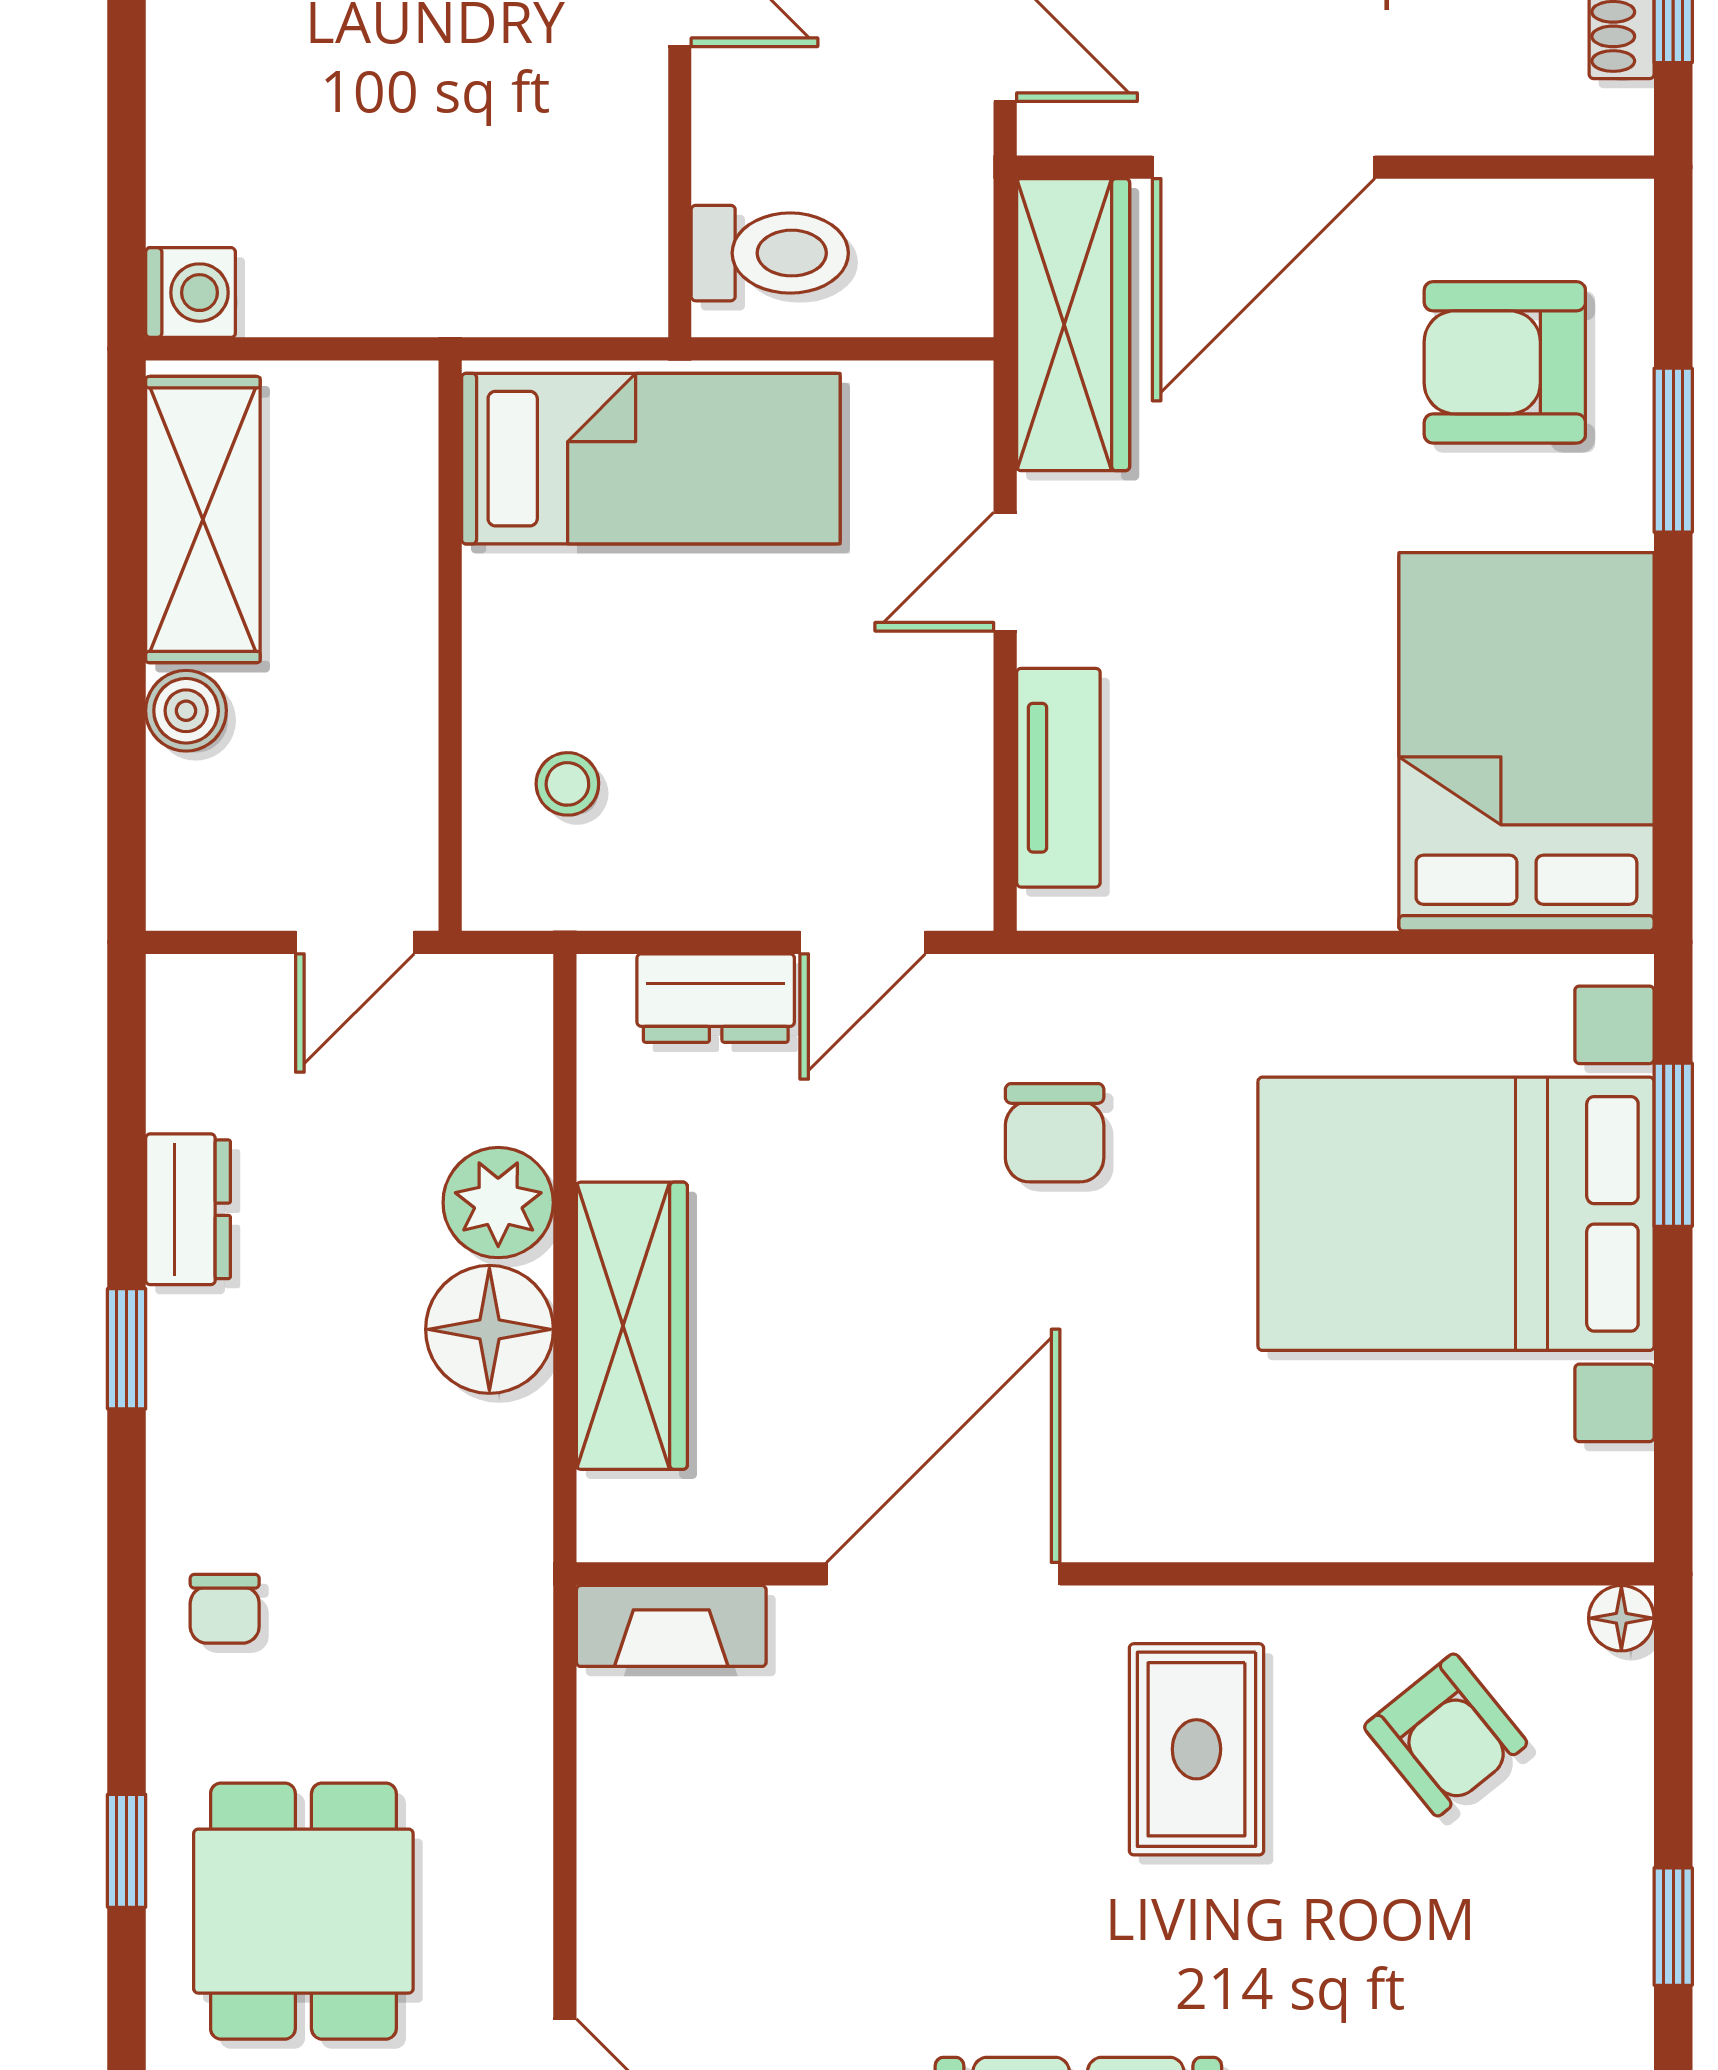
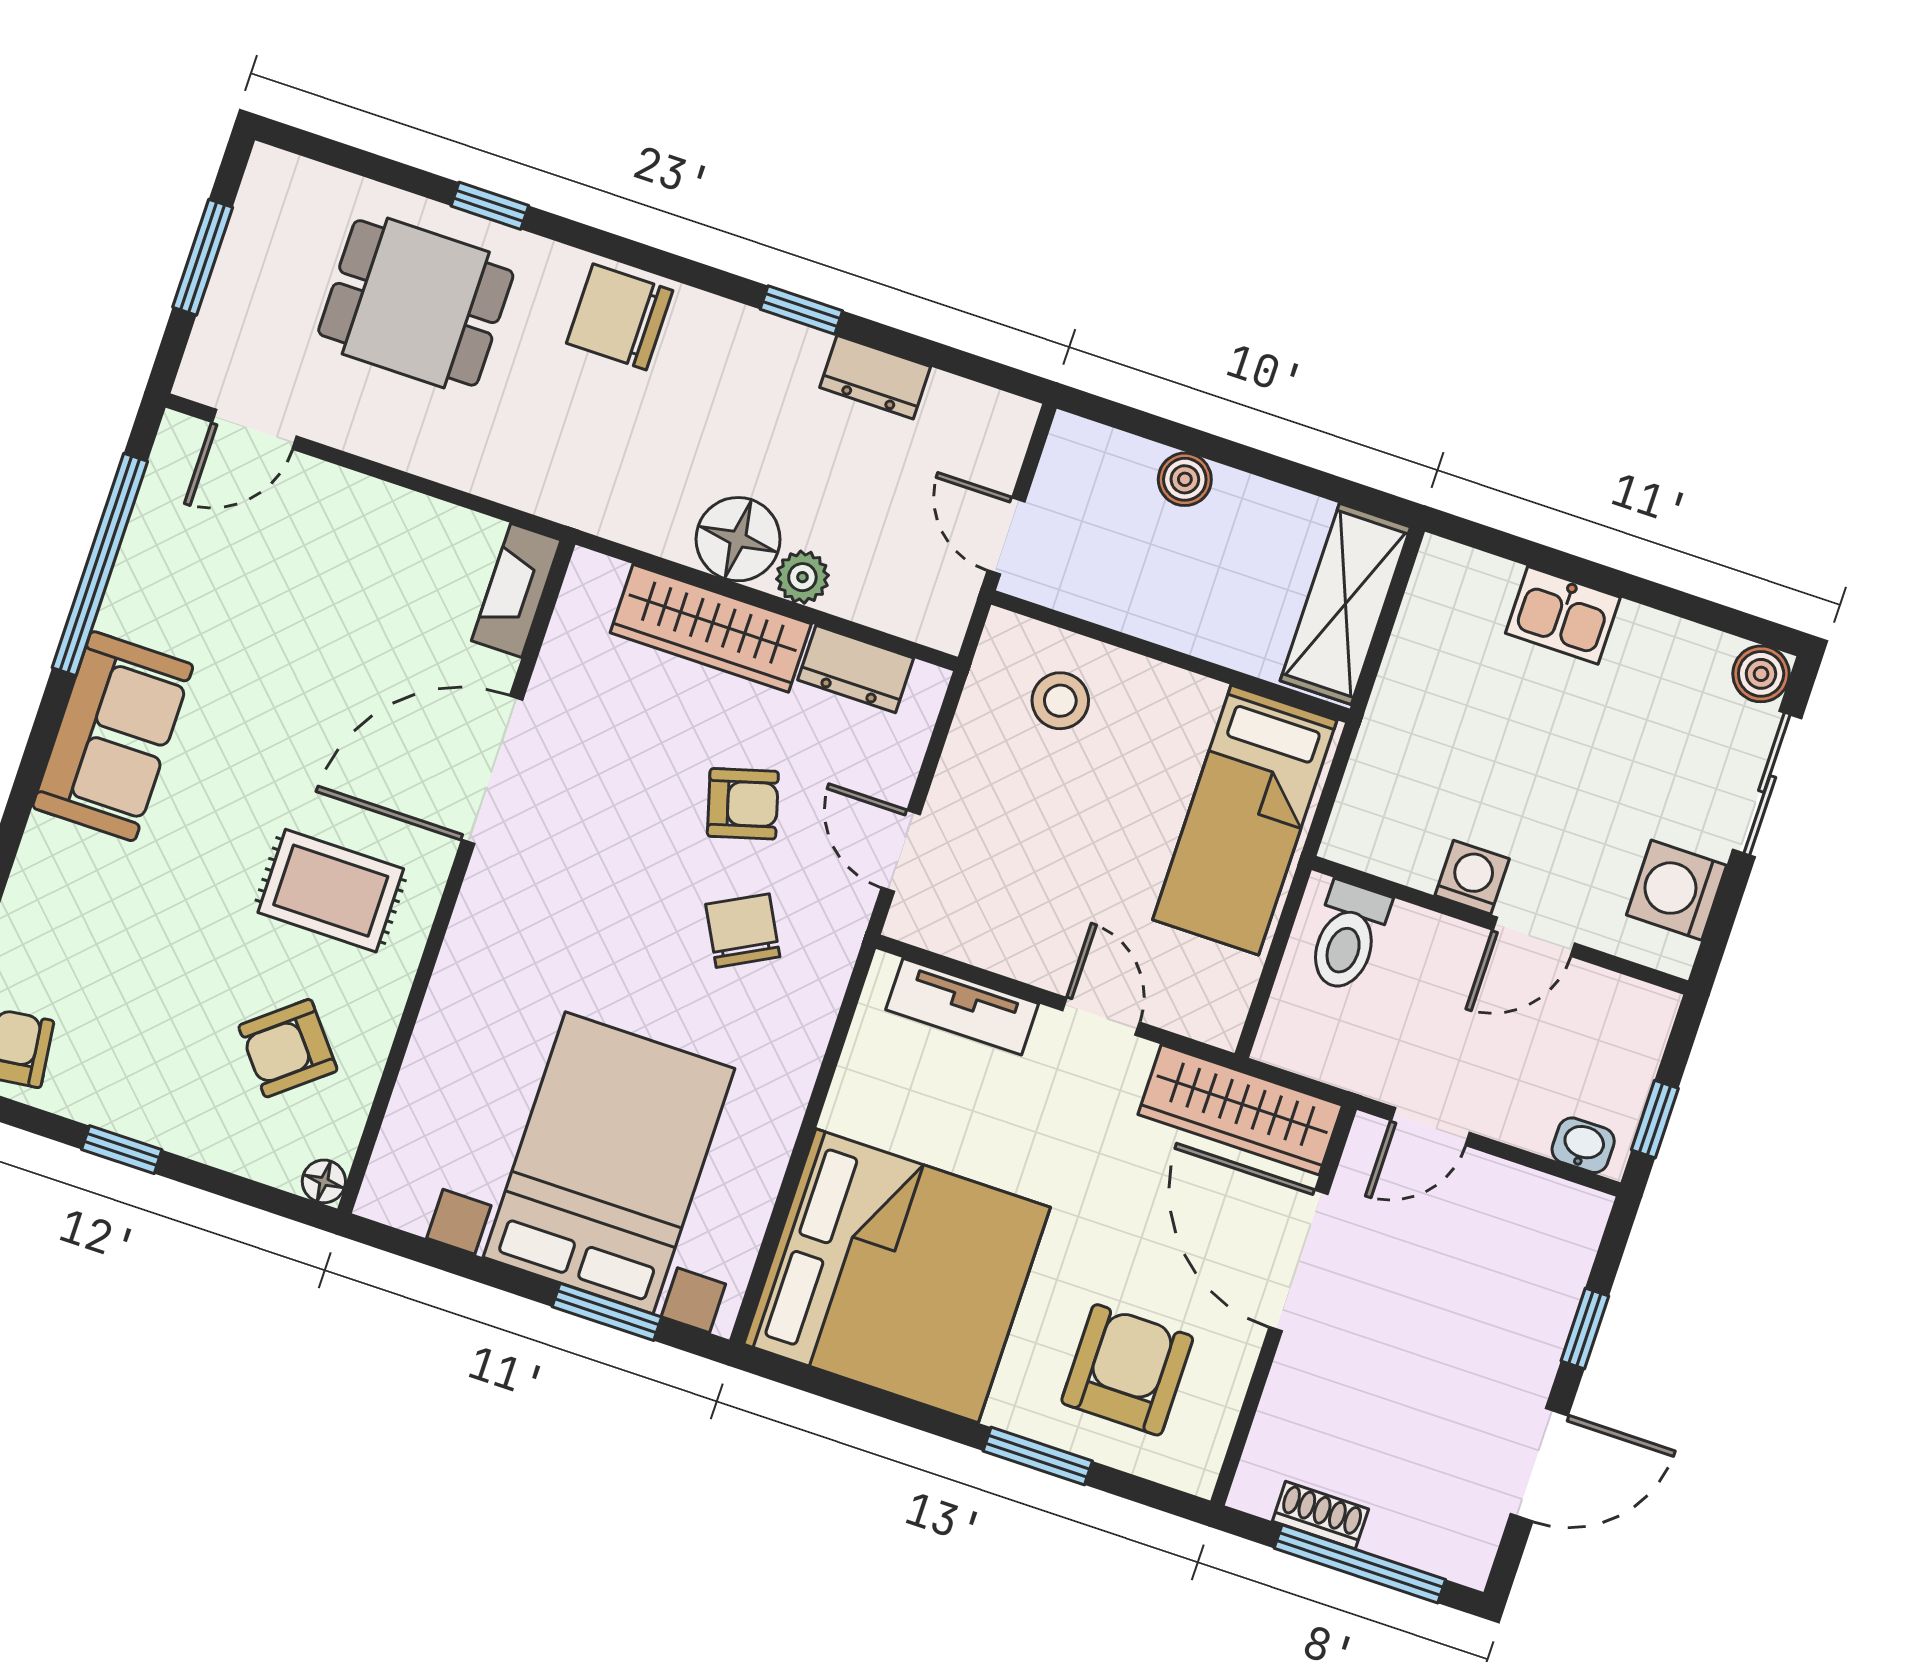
kitchen sink: (200, 97) -> (1563, 615), added
washing machine: (191, 293) -> (1472, 877), moved, turned 180
shelving: (203, 520) -> (1345, 604), moved, turned 90
bed: (1526, 742) -> (897, 1276), width x1.36
stool: (567, 784) -> (1060, 701), width x1.37, depth x1.37
dresser: (716, 998) -> (856, 669), moved, turned -90
chair: (1055, 1133) -> (743, 931), turned 62
armchair: (871, 1194) -> (743, 804), added
plant: (498, 1203) -> (802, 577), width x0.73, depth x0.73
door: (943, 1574) -> (492, 770), swing flipped
chair: (225, 1609) -> (620, 317), width x1.87, depth x1.87

